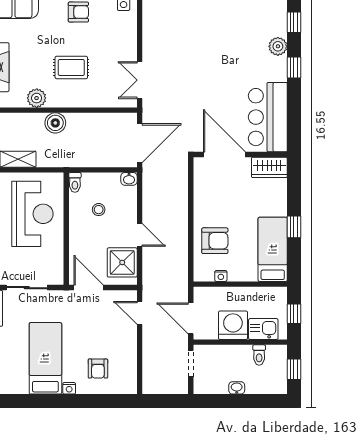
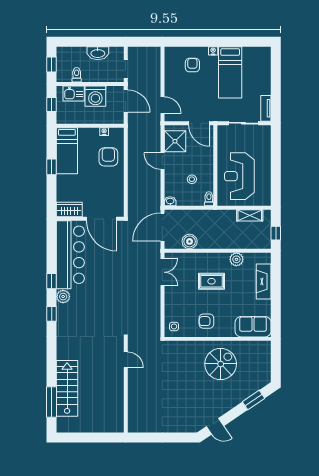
bar counter: (268, 117) -> (70, 255), width x1.36
boiler: (55, 123) -> (190, 241), moved
armchair: (215, 241) -> (108, 157), turned 90
washbasin: (237, 388) -> (98, 53), width x1.91, depth x1.45

